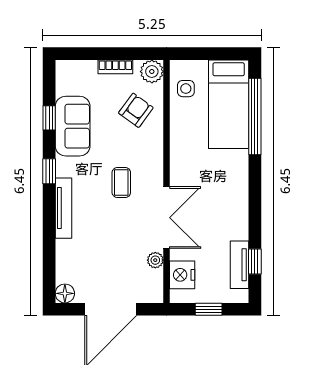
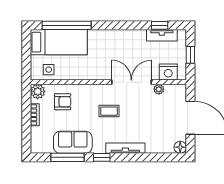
armchair: (136, 110) -> (63, 102), turned 144
window: (49, 118) -> (68, 157), width x2.17

